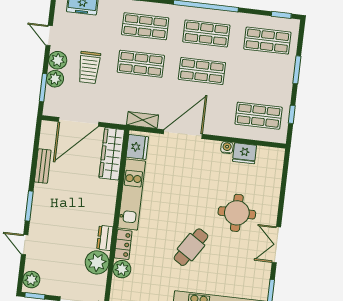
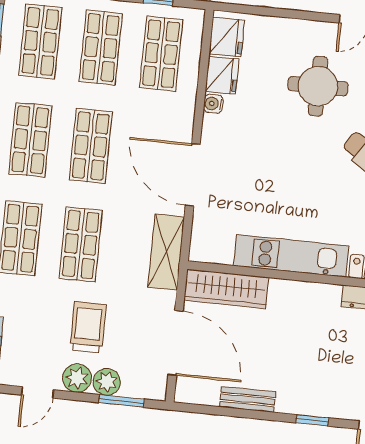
trolley: (89, 67) -> (88, 327), turned -90
shop shelf: (263, 78) -> (101, 48), added
shelving: (143, 120) -> (166, 252), width x1.50, depth x1.33
fridge: (137, 147) -> (227, 37), moved, turned 90
window: (29, 206) -> (312, 420), width x0.67

